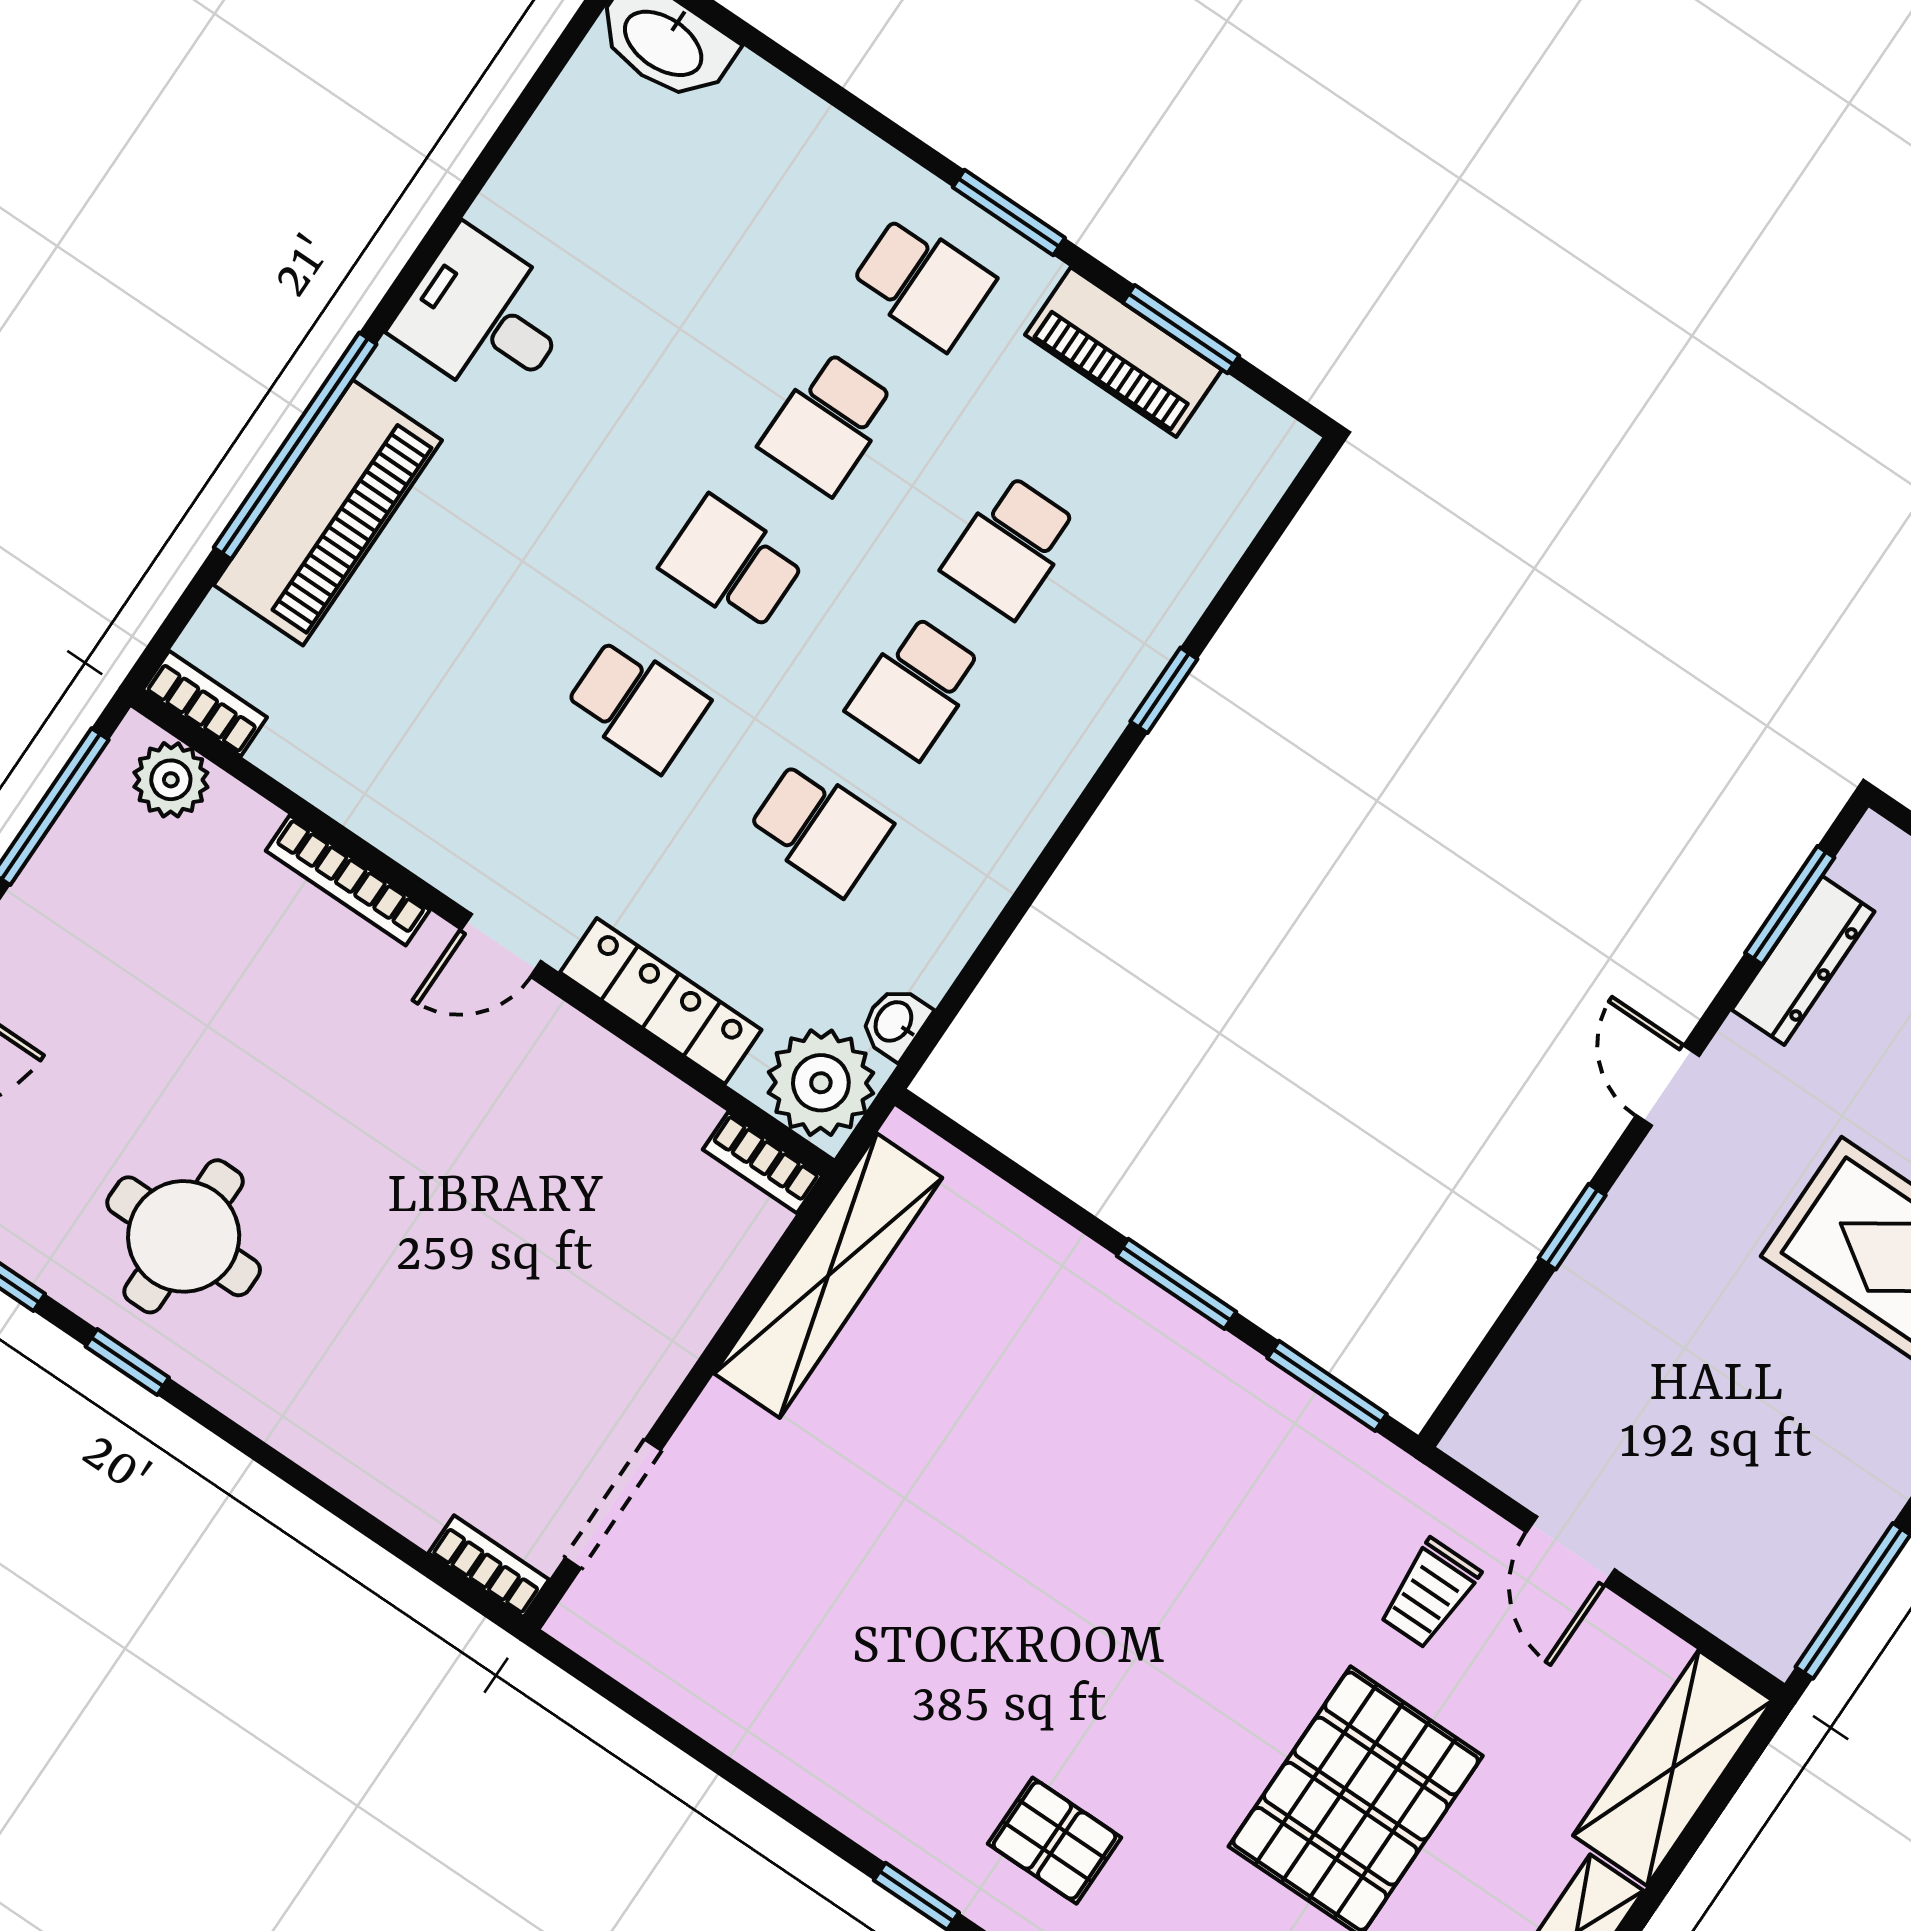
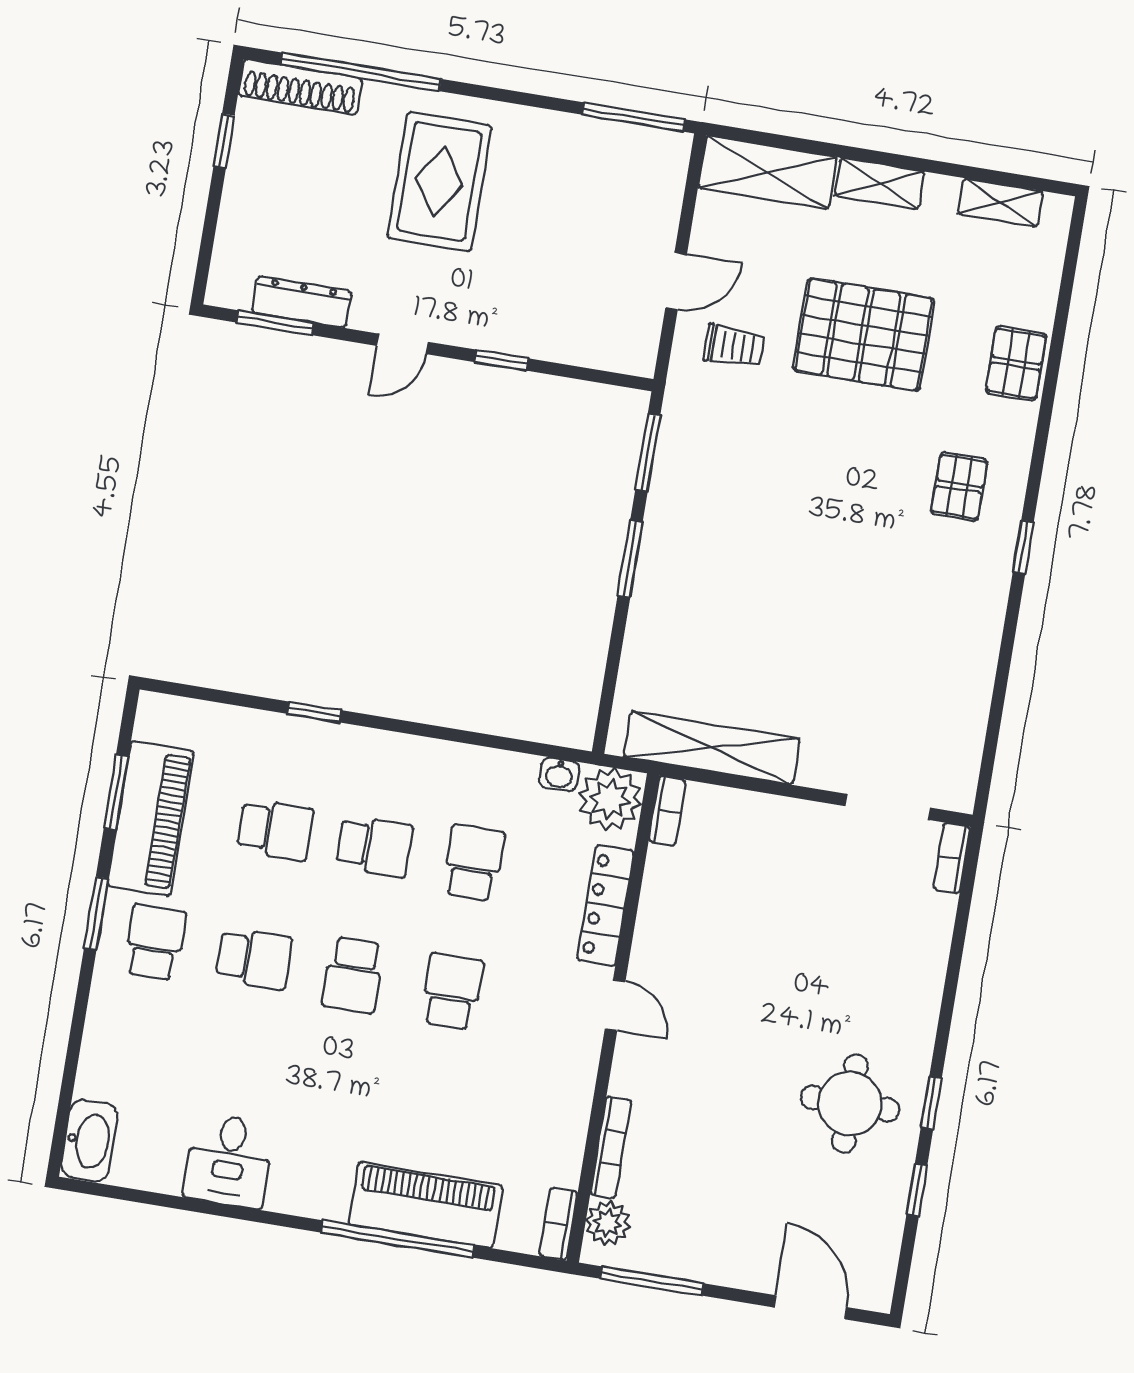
desk: (484, 317) -> (229, 1161), moved
piano: (1124, 352) -> (151, 818), width x1.37, depth x1.33
bookcase: (348, 880) -> (611, 1147), moved

